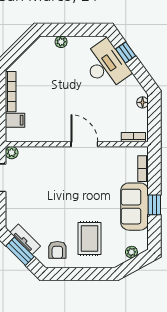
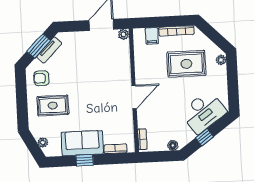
plant: (61, 42) -> (221, 60), moved
window: (126, 52) -> (205, 137), moved
rug: (49, 82) -> (186, 64), added

